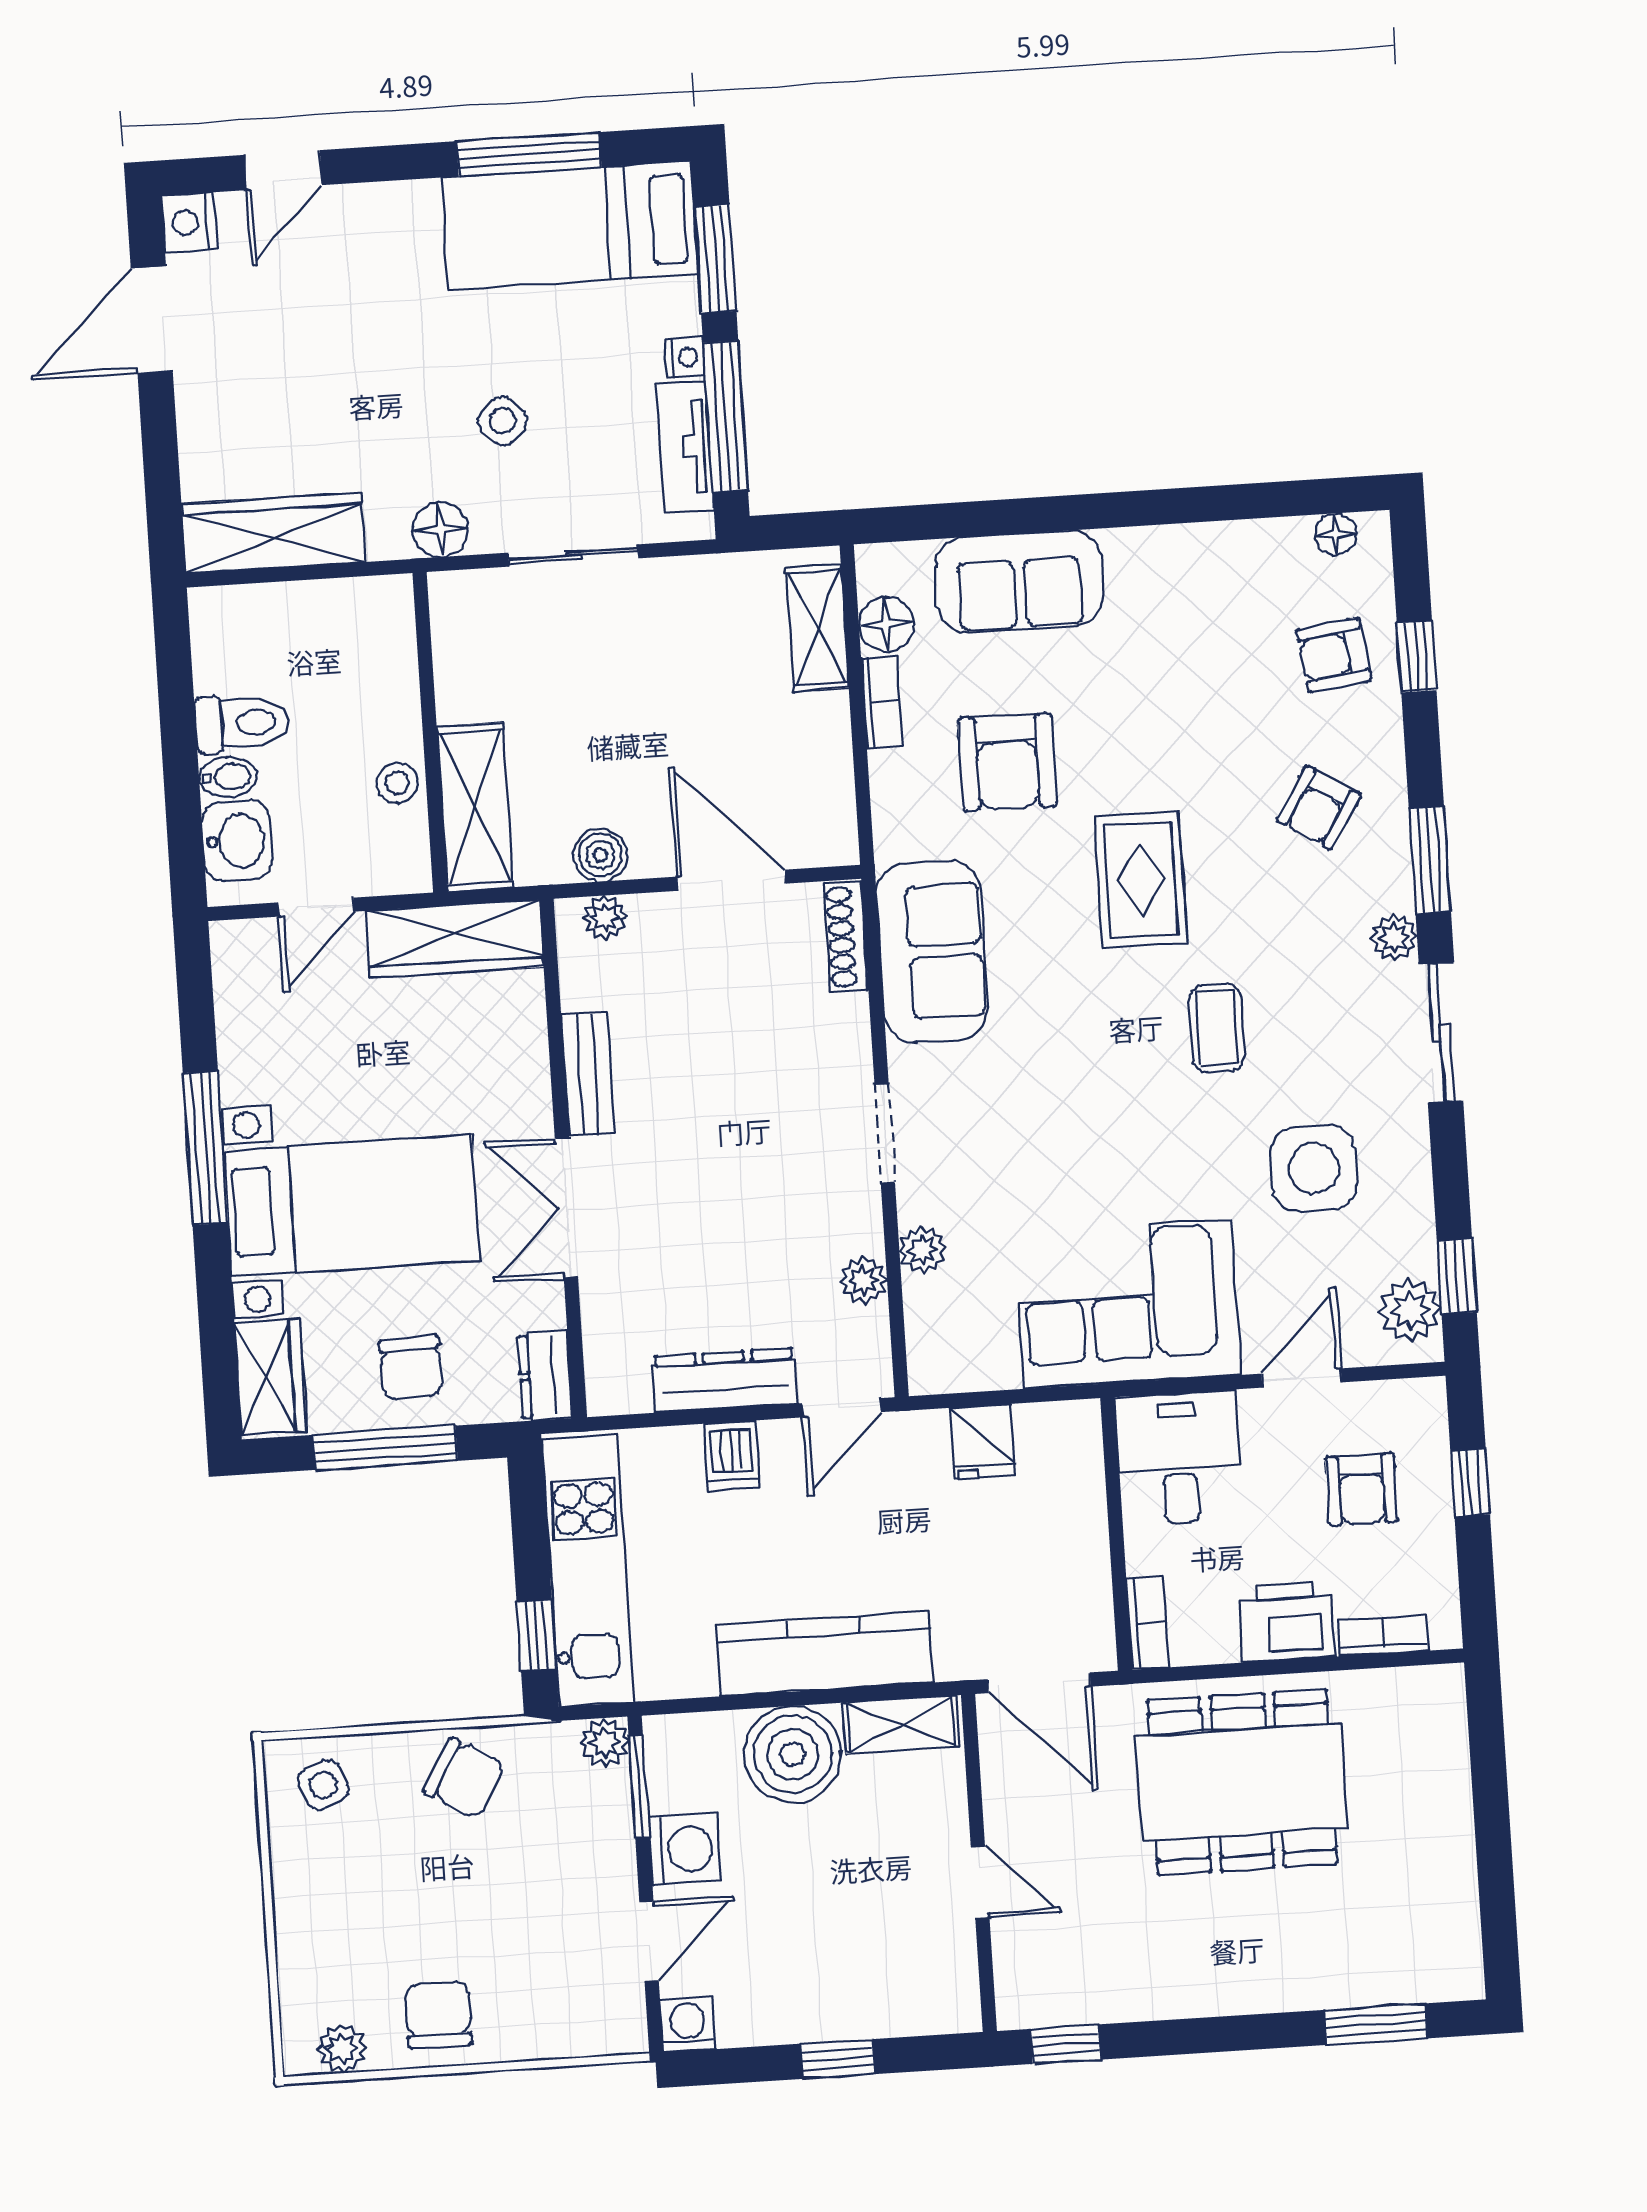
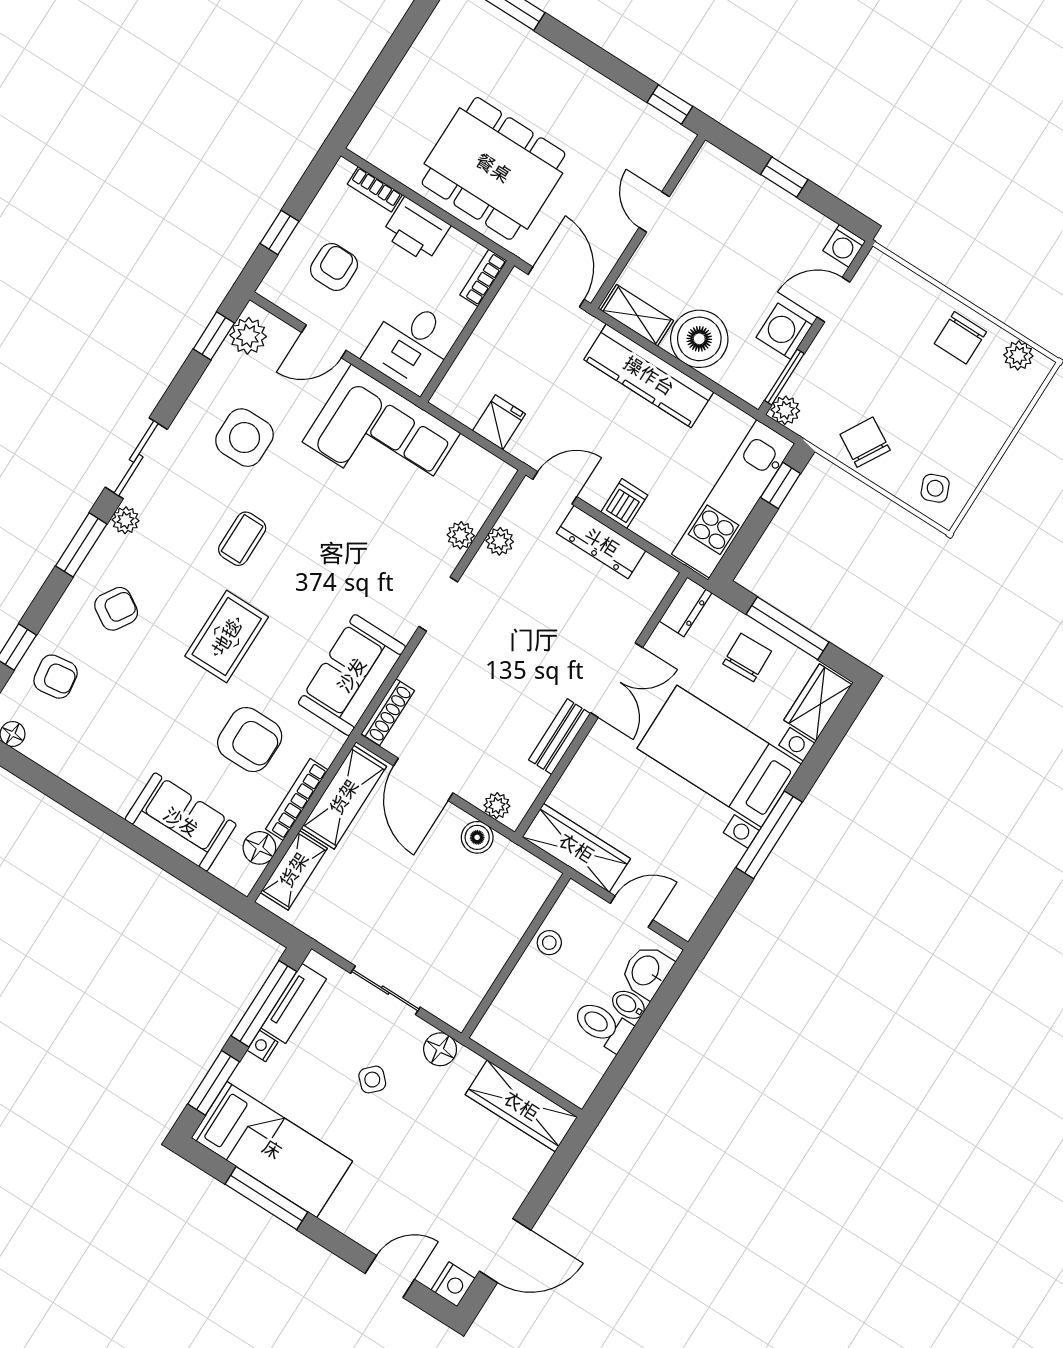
bookcase: (882, 702) -> (297, 799), width x1.56
armchair: (1007, 762) -> (250, 740), turned 90
shelving: (475, 807) -> (344, 797), moved

